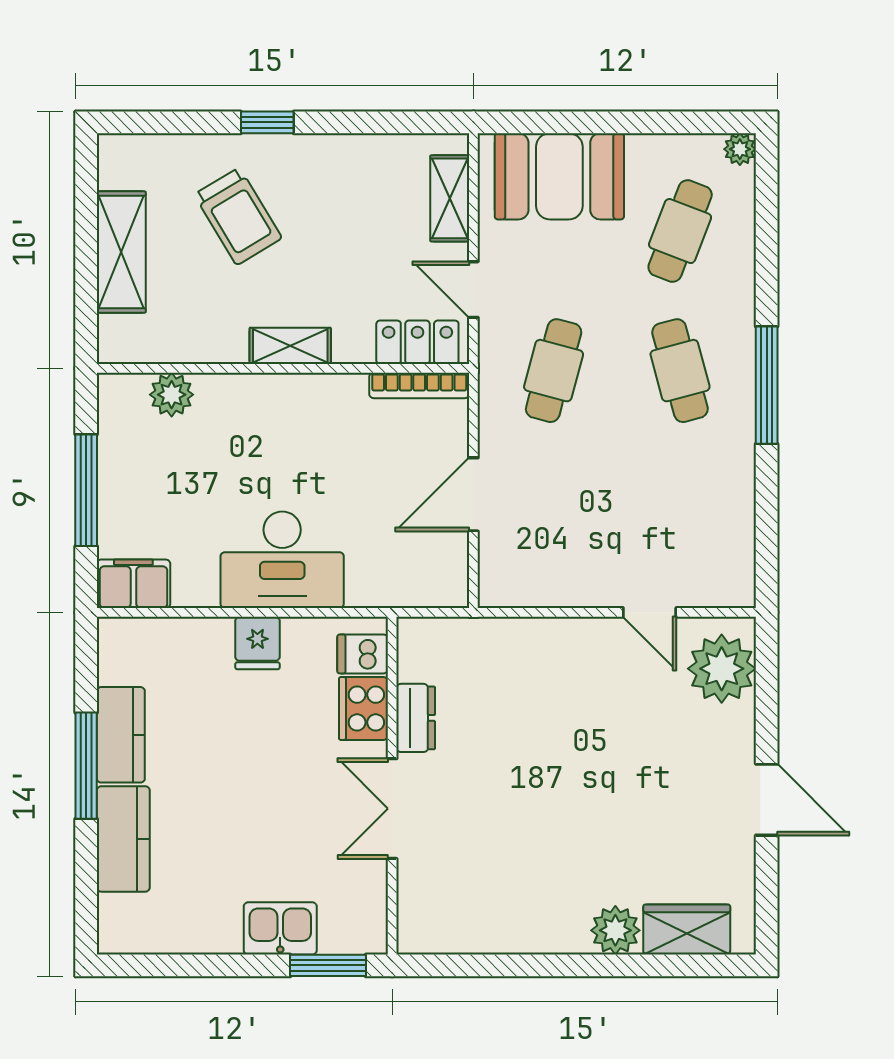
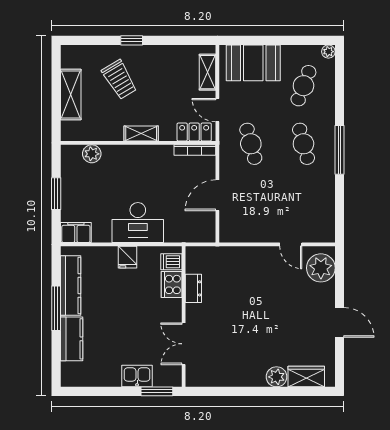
cafe table: (554, 371) -> (251, 144), turned -30
window: (86, 490) -> (56, 194), width x0.69
kitchen counter: (121, 735) -> (71, 285), width x1.50
double door: (392, 809) -> (184, 344), moved

